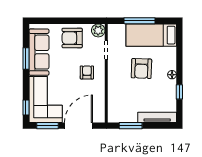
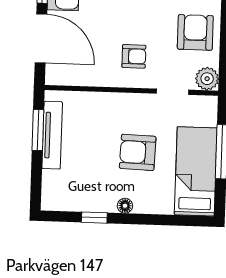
tv unit: (157, 117) -> (52, 135), moved

